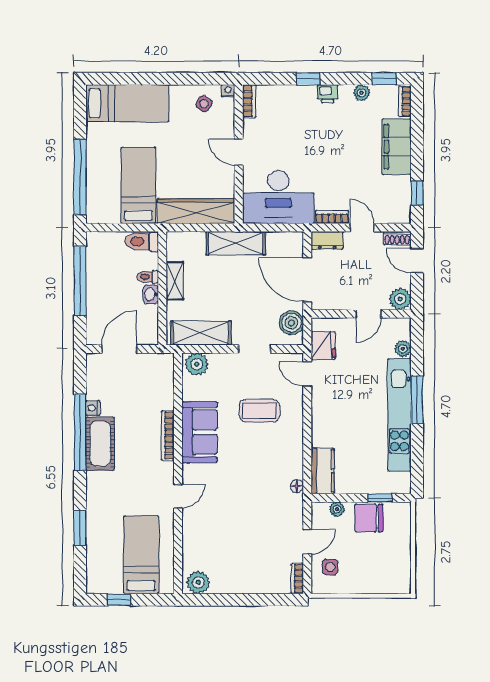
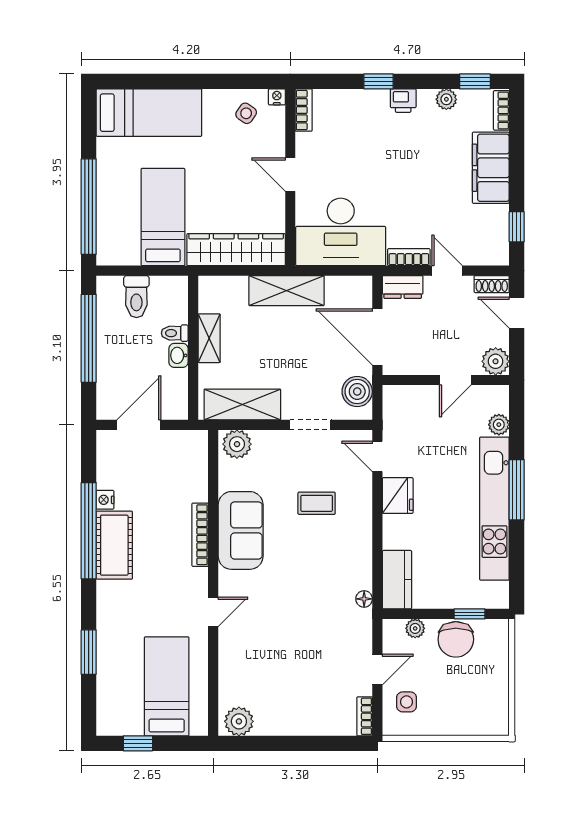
toilet: (142, 241) -> (136, 297), moved, turned -90
fridge: (323, 346) -> (398, 495), moved
coffee table: (259, 411) -> (317, 503), width x0.73, depth x0.77
chair: (369, 518) -> (456, 639), turned -90

